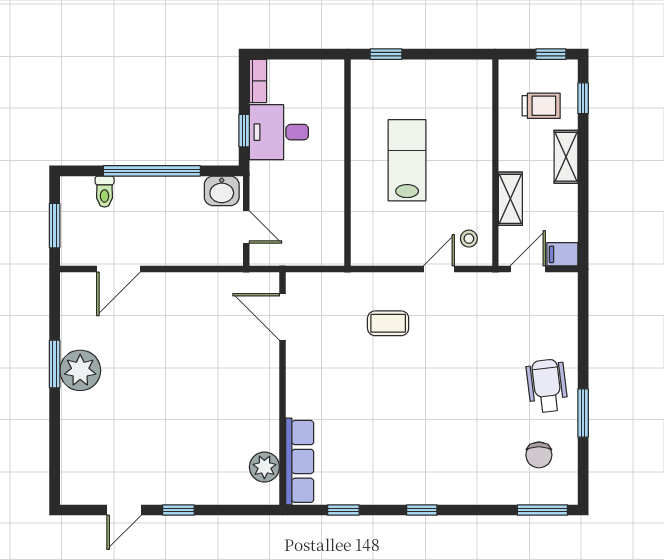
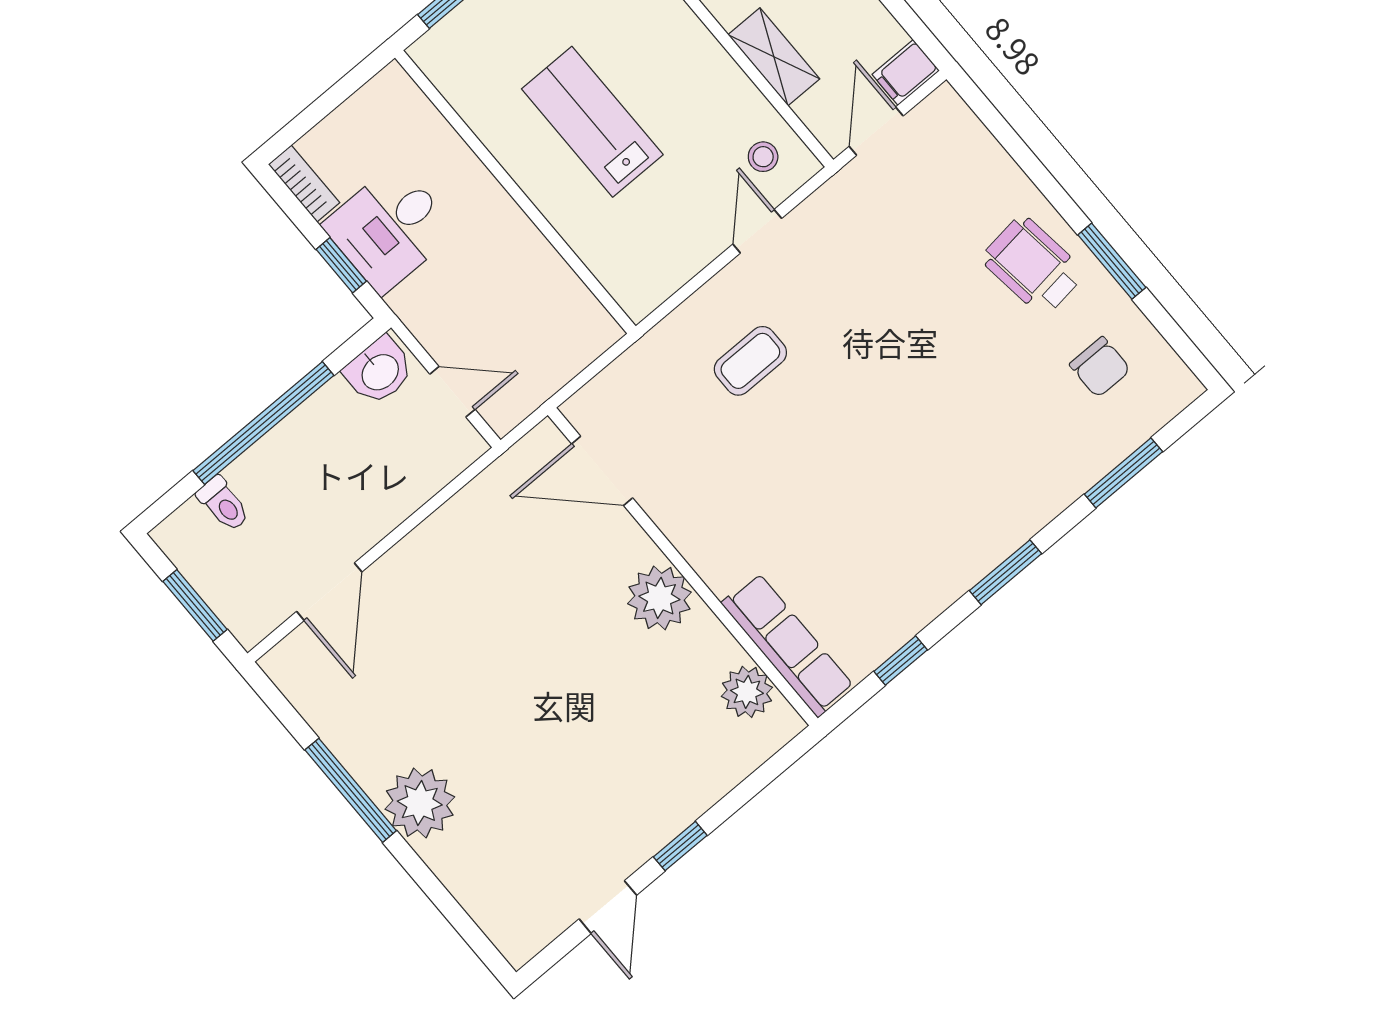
window: (55, 364) -> (351, 790), width x1.44
plant: (80, 370) -> (420, 803), moved
plant: (261, 394) -> (659, 598), added
window: (422, 510) -> (1005, 572), width x1.50
window: (542, 510) -> (1123, 473), moved

